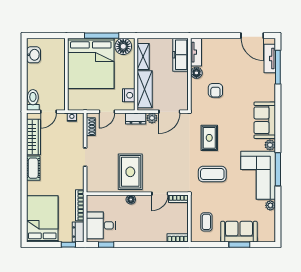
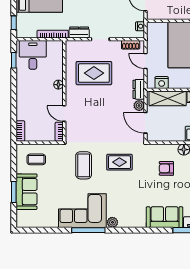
sofa: (265, 120) -> (165, 217), moved
rug: (130, 172) -> (94, 73), moved
plant: (270, 205) -> (53, 223), removed
dresser: (78, 232) -> (79, 32), moved

